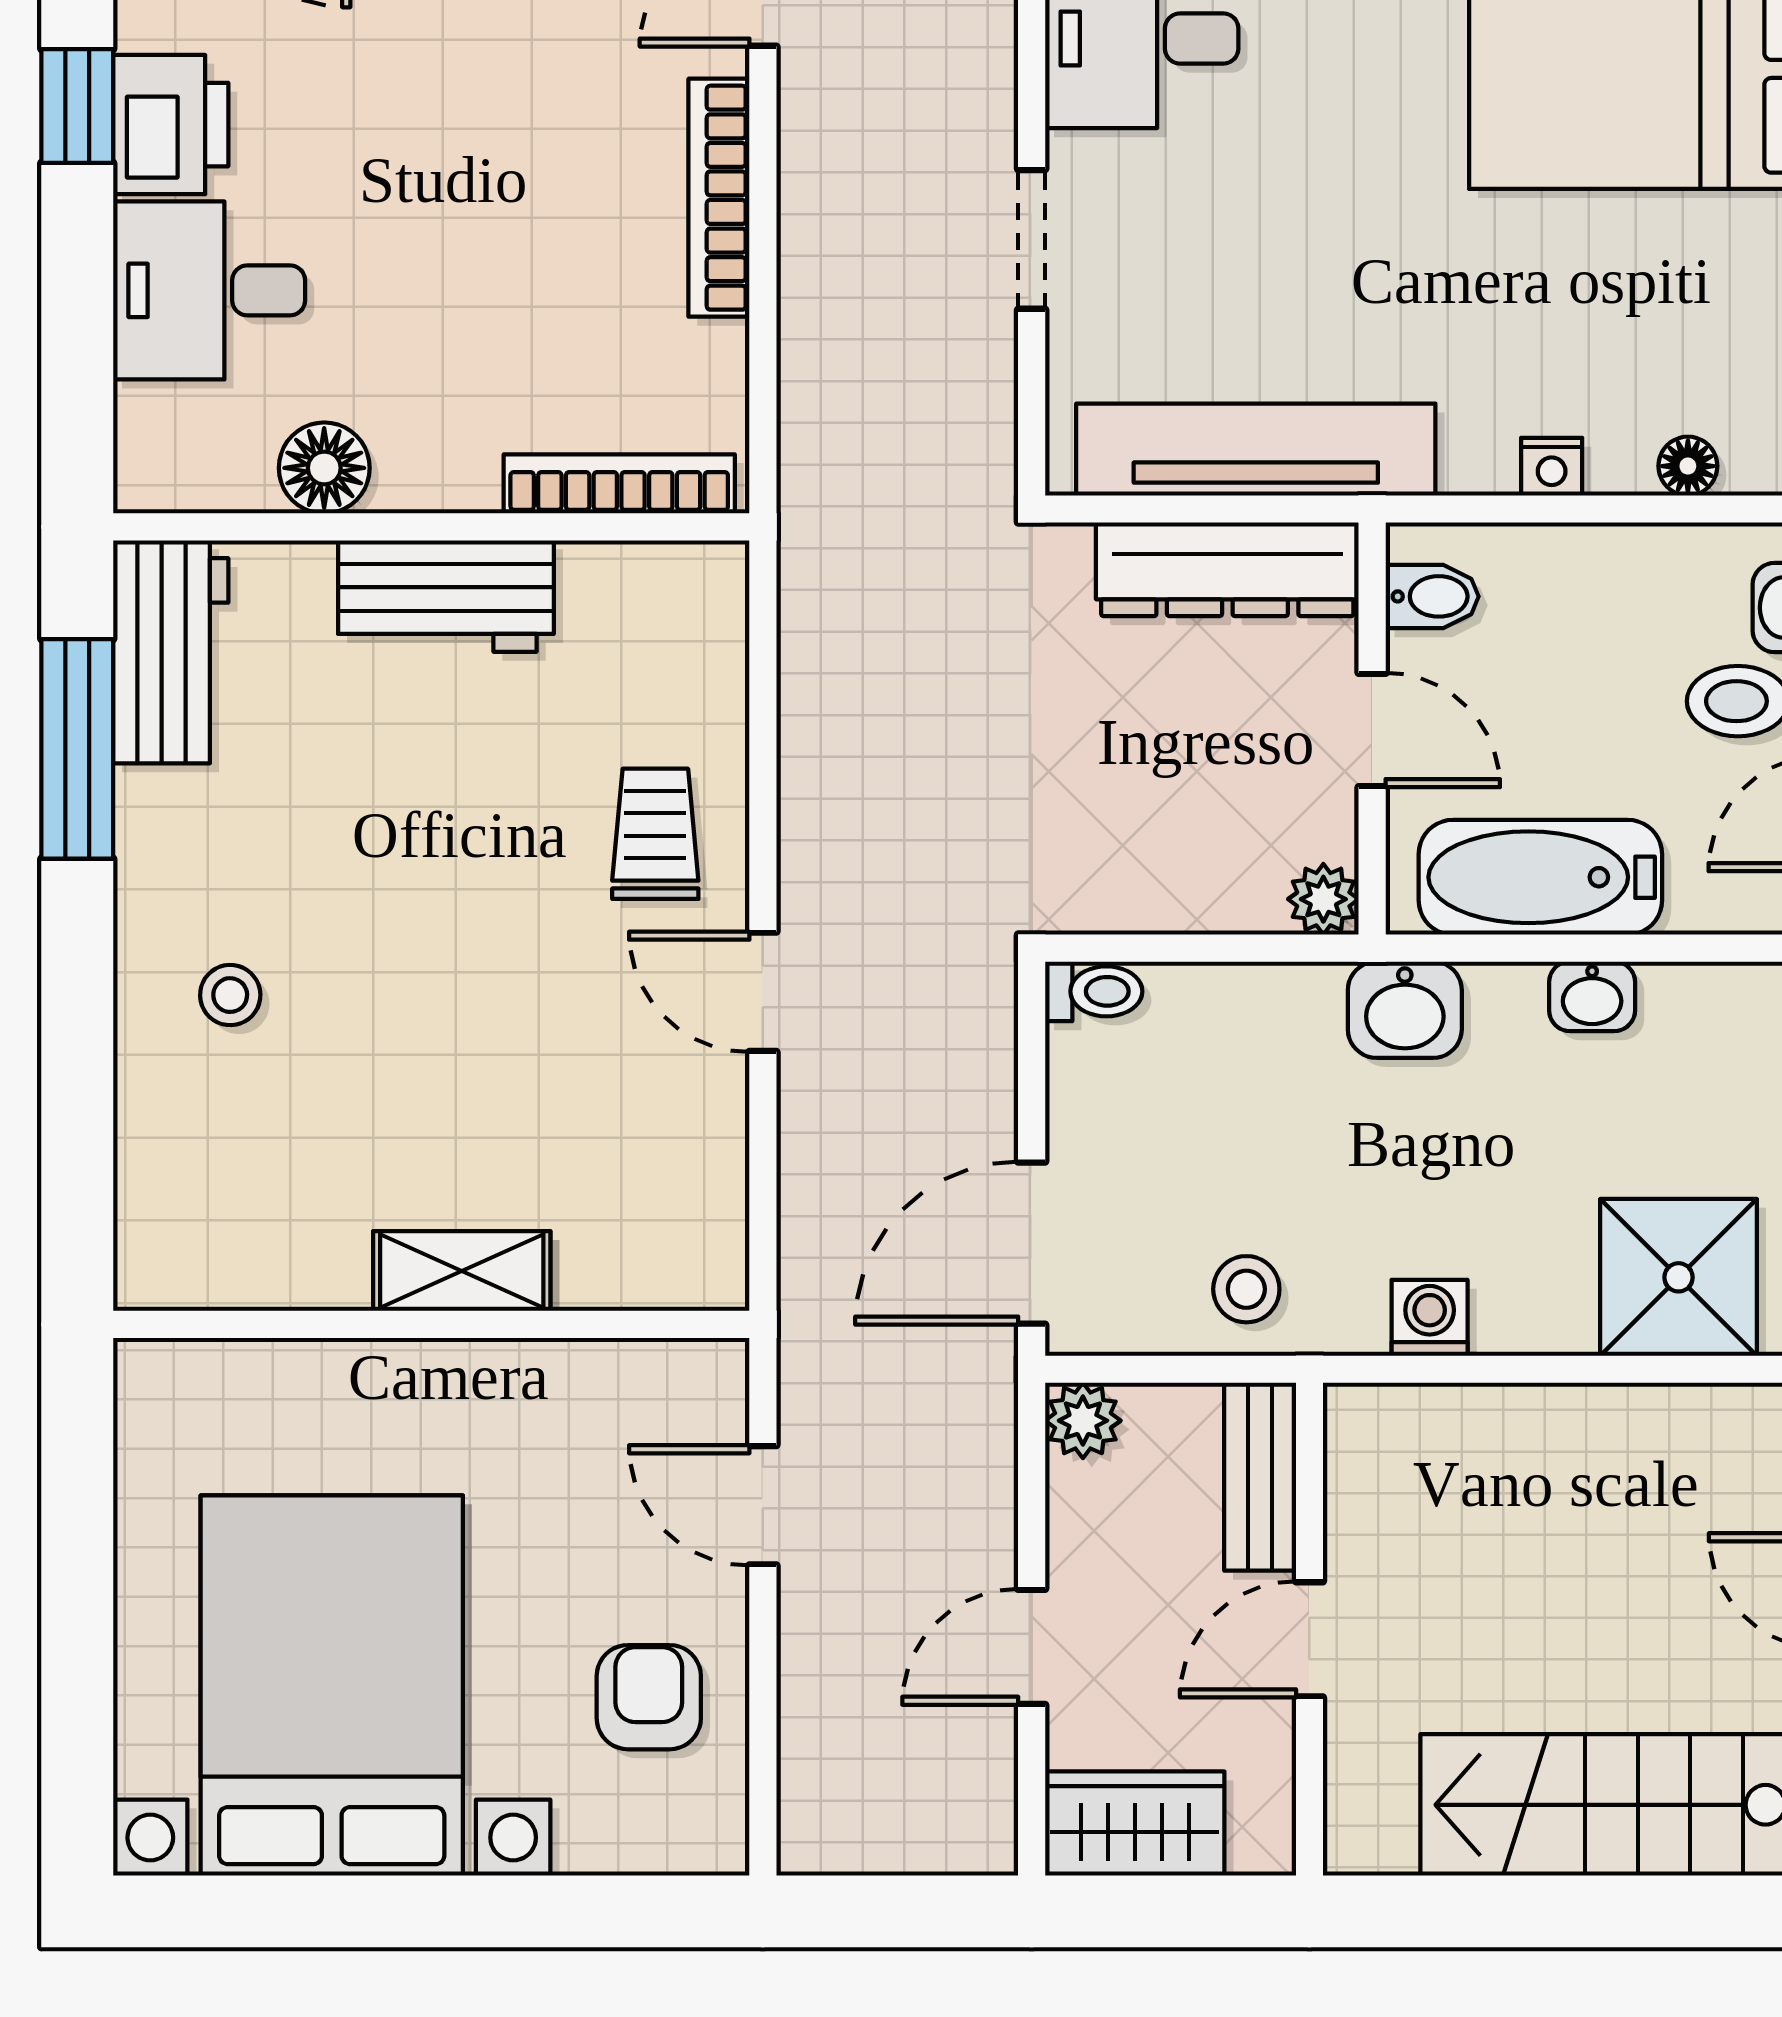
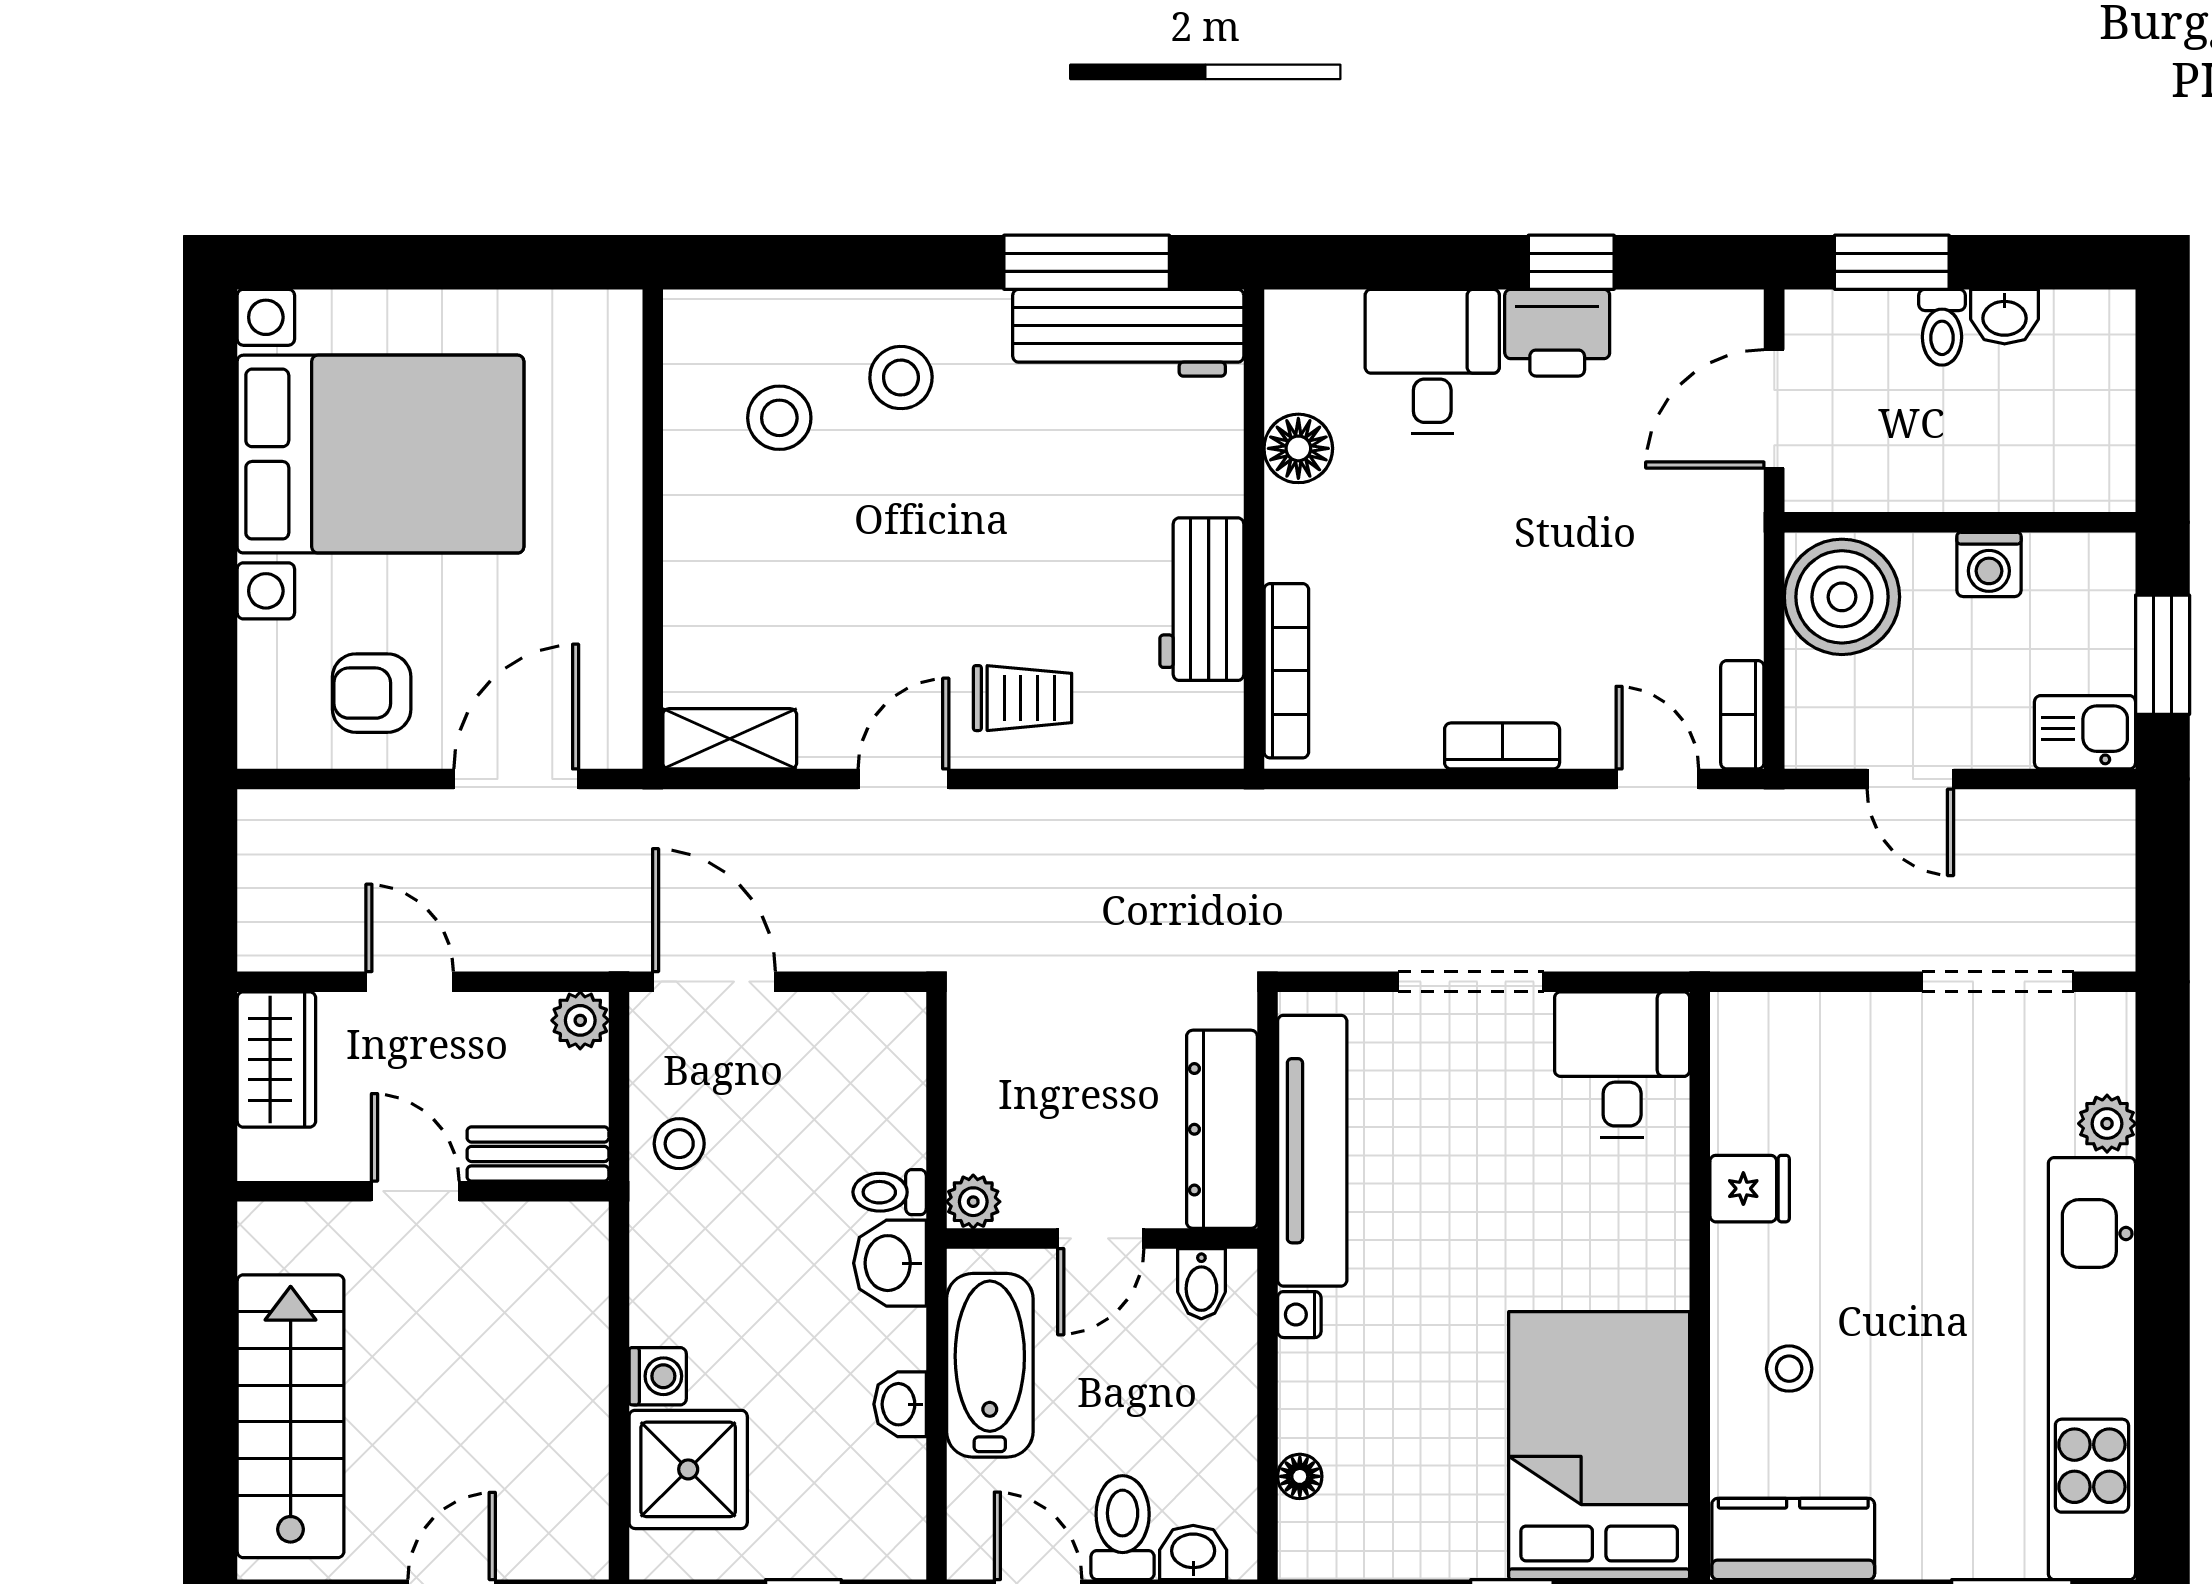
bookcase: (719, 198) -> (1502, 746), width x0.64
doorway: (1032, 239) -> (1471, 982), width x1.38
nightstand: (1552, 467) -> (1299, 1315), moved
workbench: (446, 596) -> (1202, 599), moved
workbench: (171, 652) -> (1128, 333), width x1.37
toilet: (1094, 991) -> (890, 1192), moved, turned 90
stool: (230, 995) -> (901, 378), width x1.37, depth x1.37
stool: (284, 1156) -> (779, 418), added
shelving: (462, 1271) -> (730, 739), moved, turned 90
washing machine: (1430, 1318) -> (658, 1376), moved
door: (763, 1505) -> (516, 779), width x1.38
armchair: (649, 1697) -> (372, 693), turned 180

